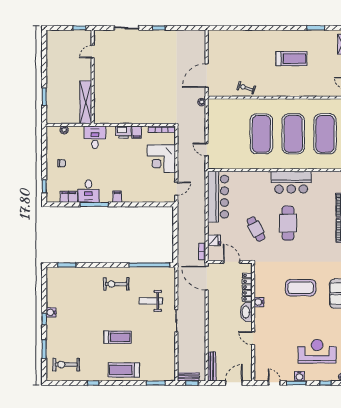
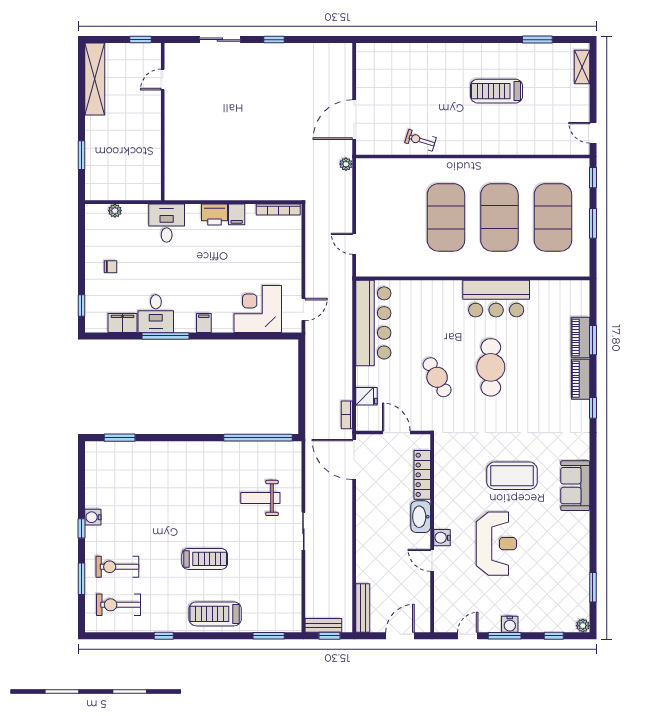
treadmill: (291, 59) -> (497, 91), turned 180
shelving: (86, 102) -> (95, 79), moved
corner desk: (161, 159) -> (258, 309), moved, turned 90
exercise bike: (116, 284) -> (117, 567), moved
water cooler: (259, 302) -> (442, 538), moved
reception desk: (317, 351) -> (496, 544), moved, turned 90
door: (274, 383) -> (468, 636), hinge flipped

